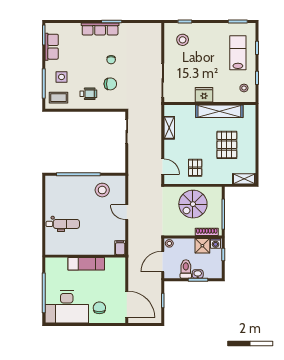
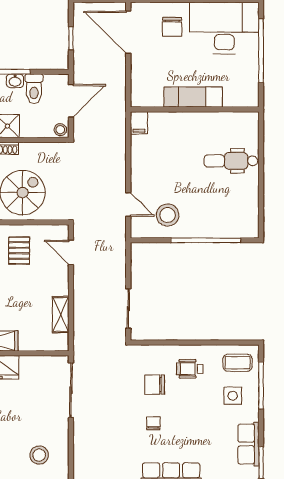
door: (127, 212) -> (128, 205), moved

